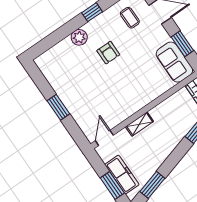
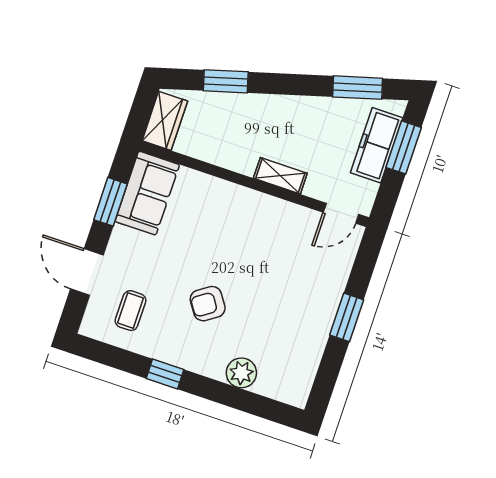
plant: (79, 37) -> (241, 373), moved
armchair: (108, 53) -> (208, 304), turned -124

